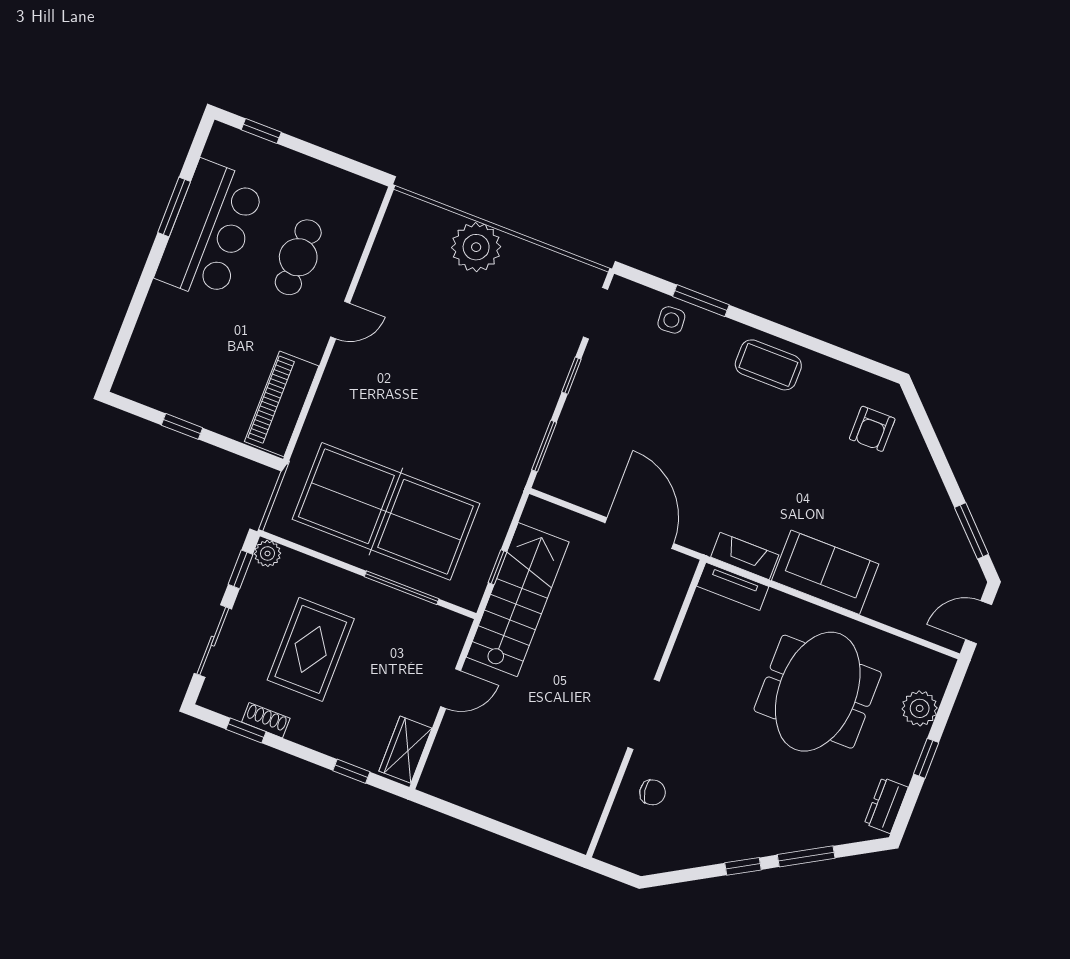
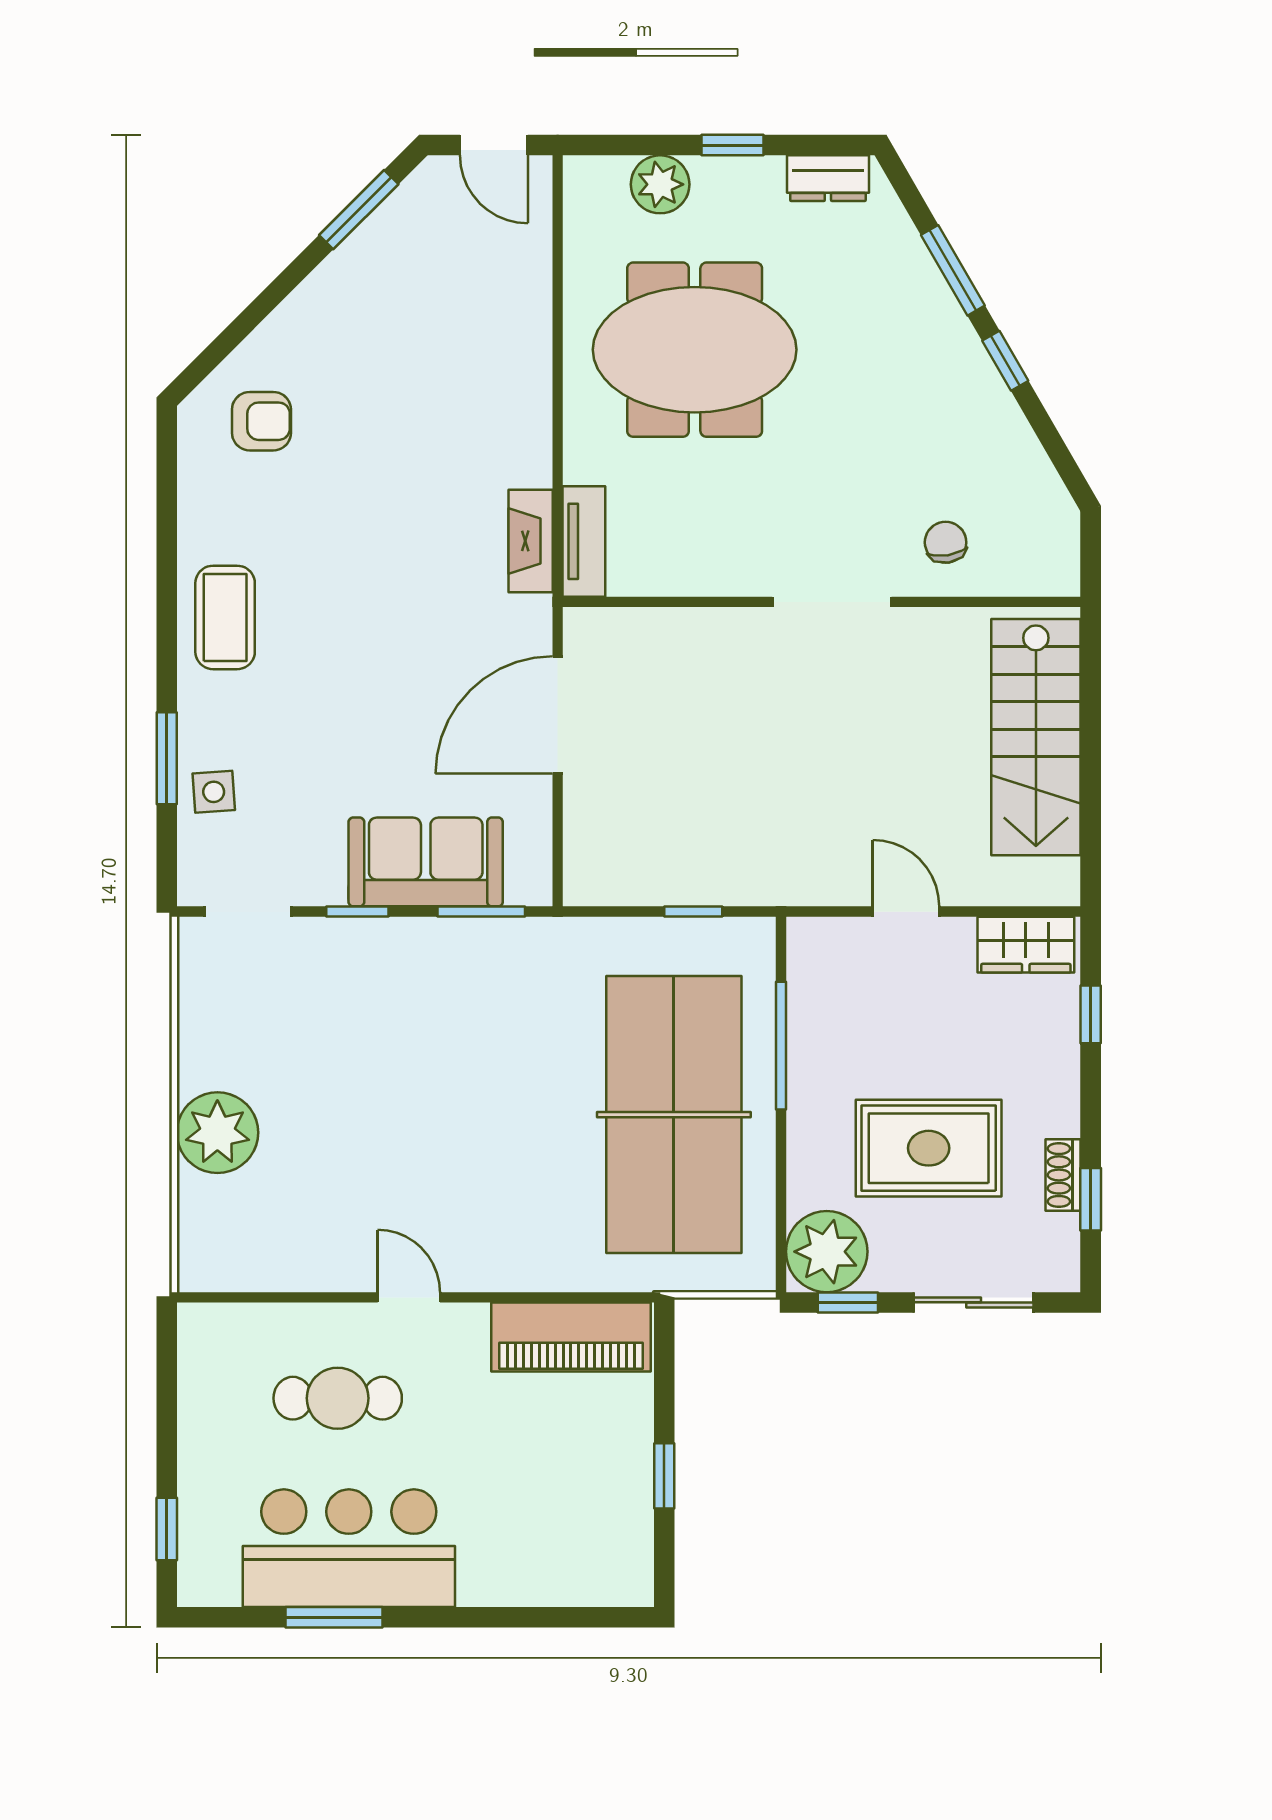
plant: (268, 553) -> (827, 1252), width x1.87, depth x1.87
sofa: (825, 572) -> (426, 862), moved, turned 90
stairs: (518, 600) -> (1036, 737), moved, turned -90

